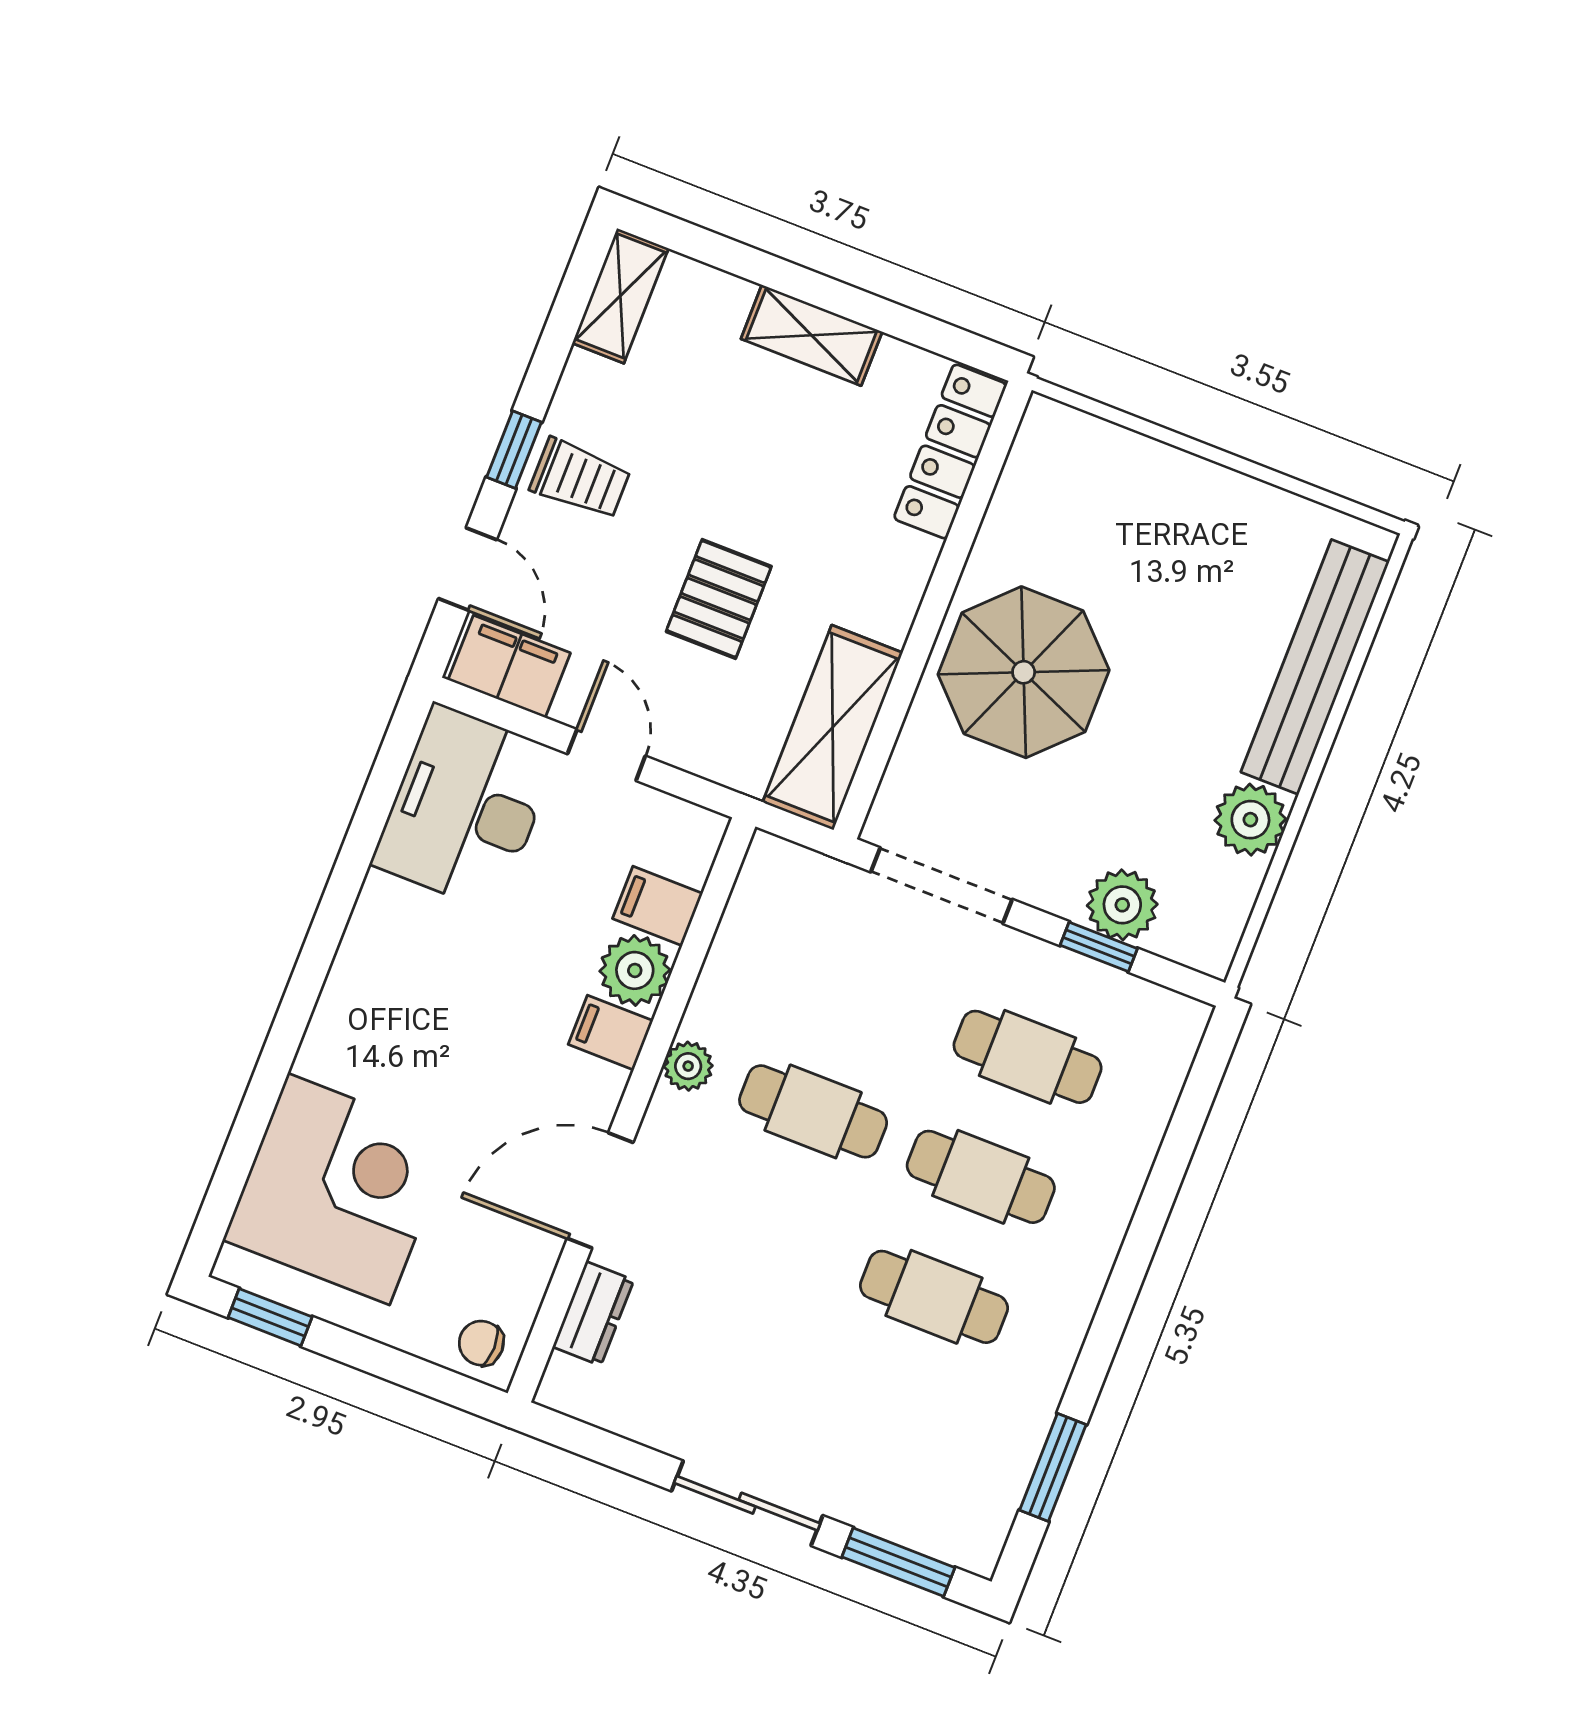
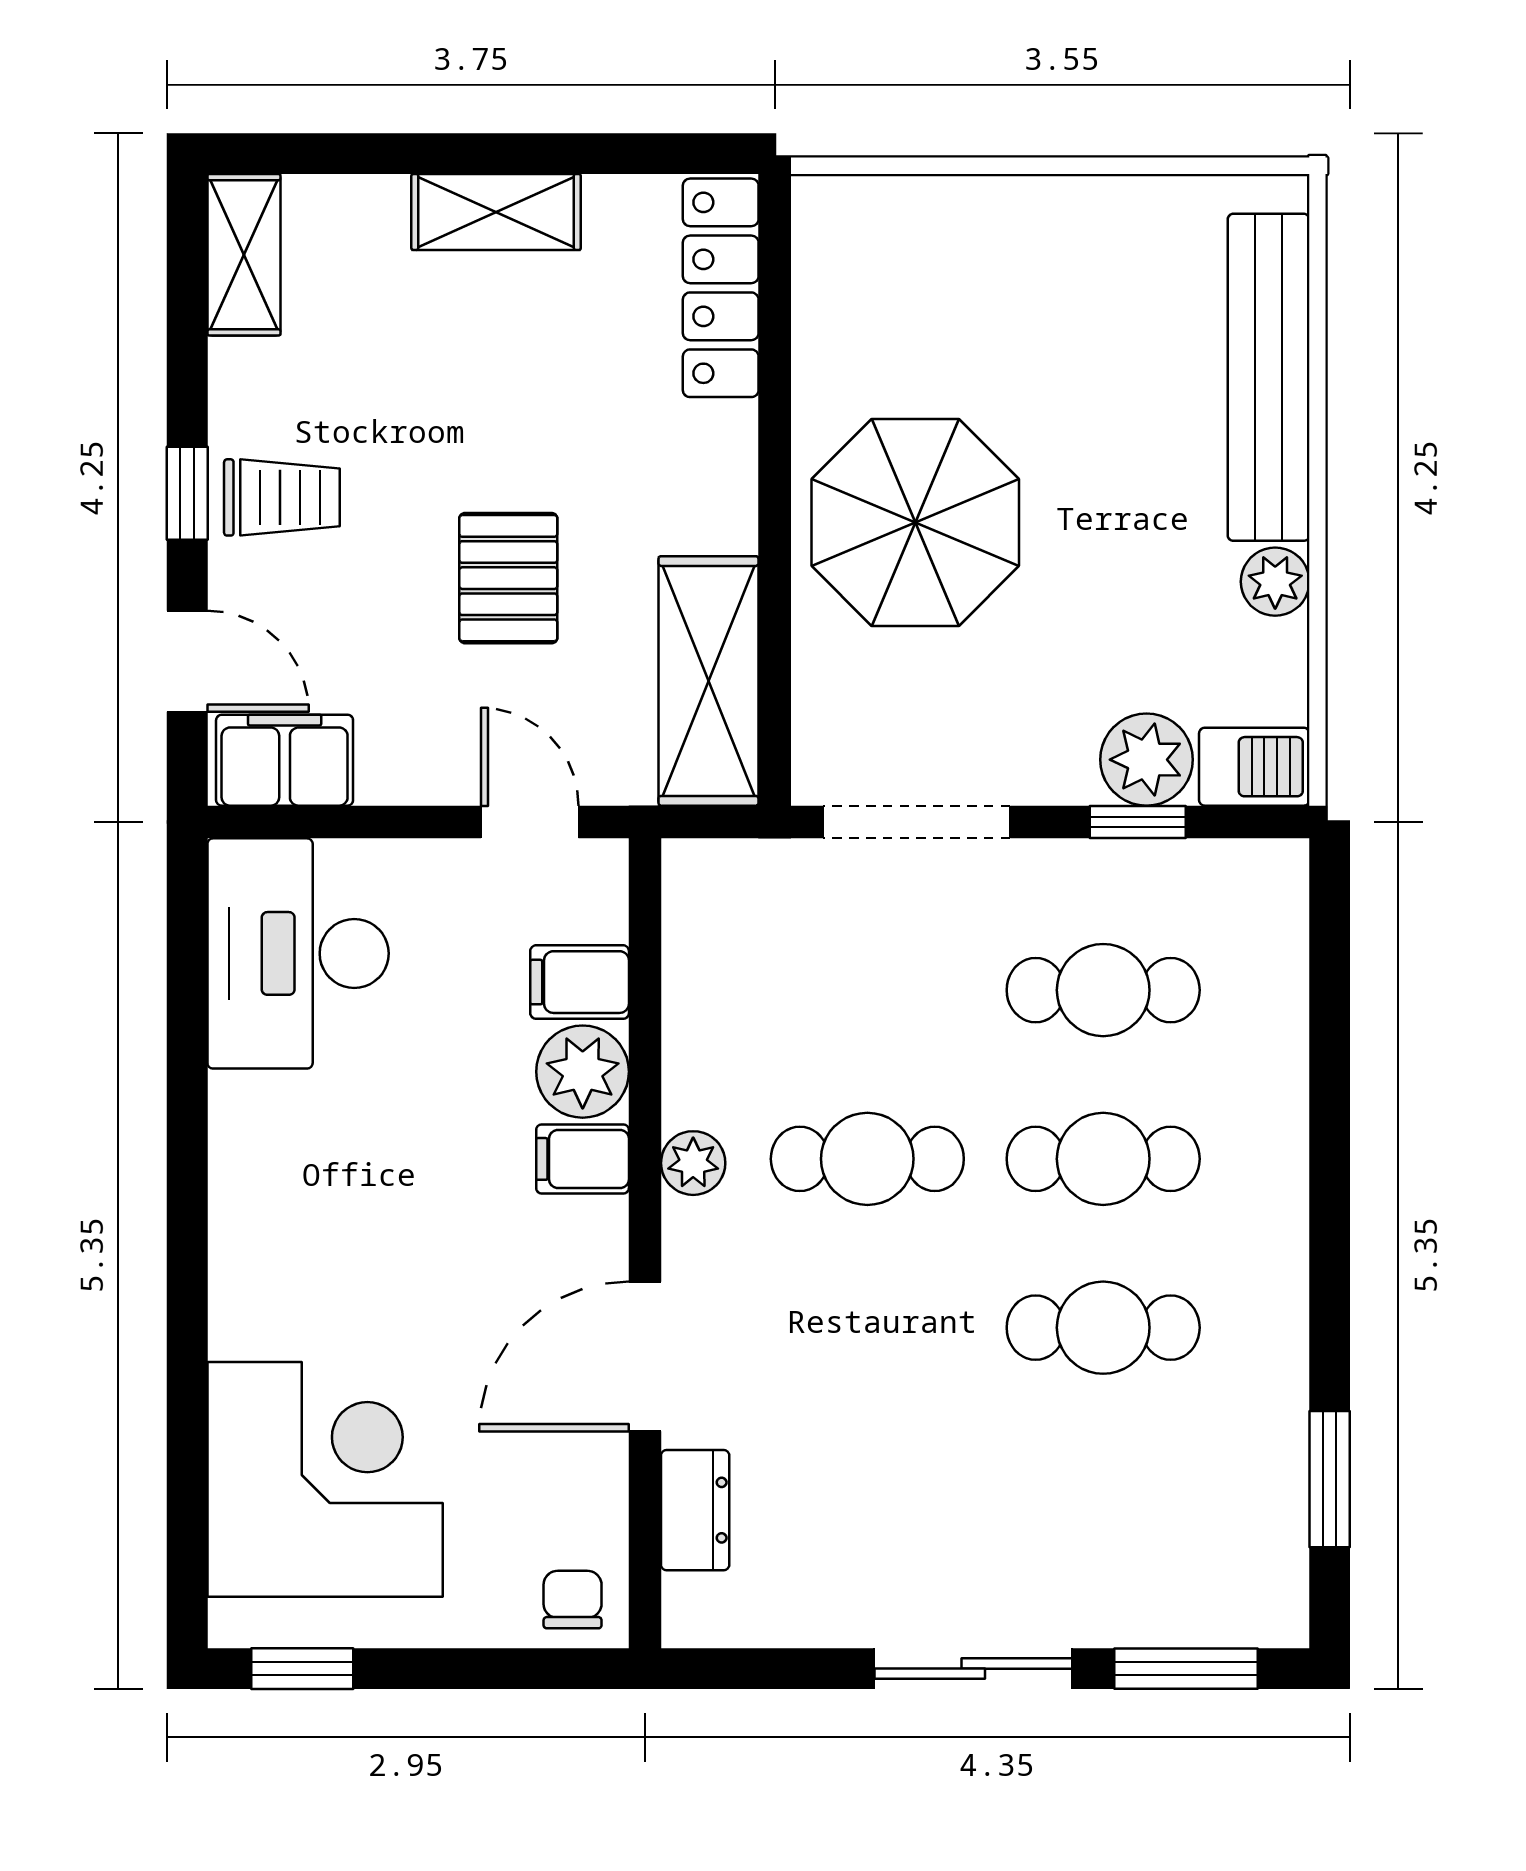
door: (606, 755) -> (530, 822), moved
plant: (1250, 820) -> (1275, 582), width x0.73, depth x0.73
barbecue: (1197, 940) -> (1254, 767), added
chair: (481, 1343) -> (573, 1600), turned 90

